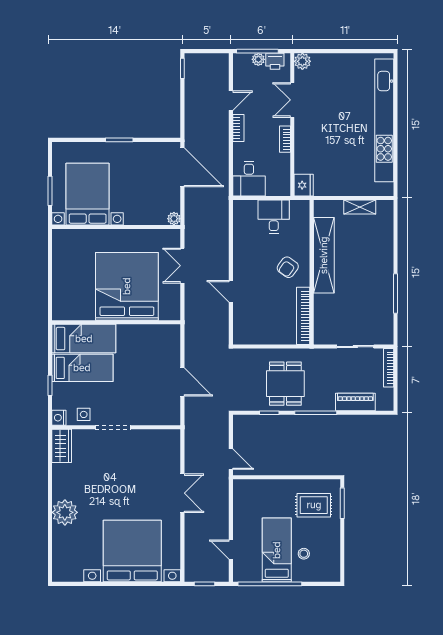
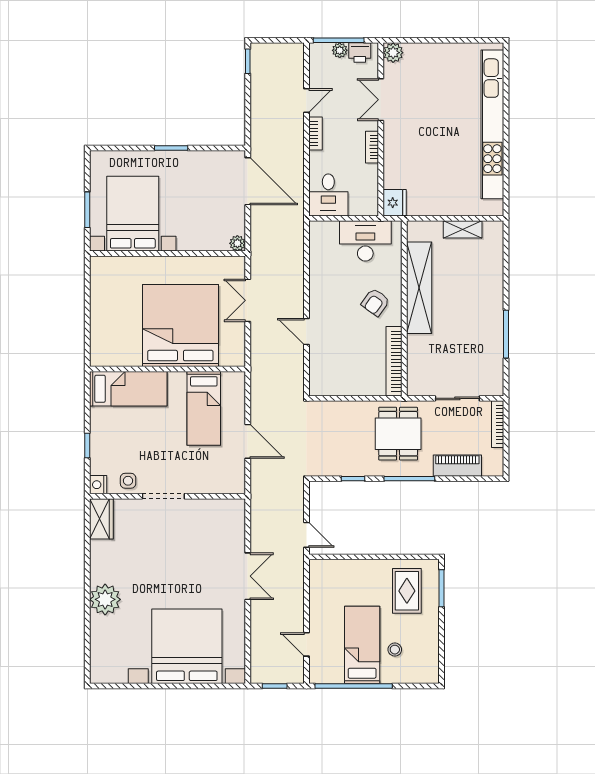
desk: (274, 217) -> (365, 241), width x1.37
bed: (82, 368) -> (204, 408), moved, turned 90
dining table: (285, 384) -> (398, 434), moved
rug: (314, 505) -> (407, 591), turned 90

